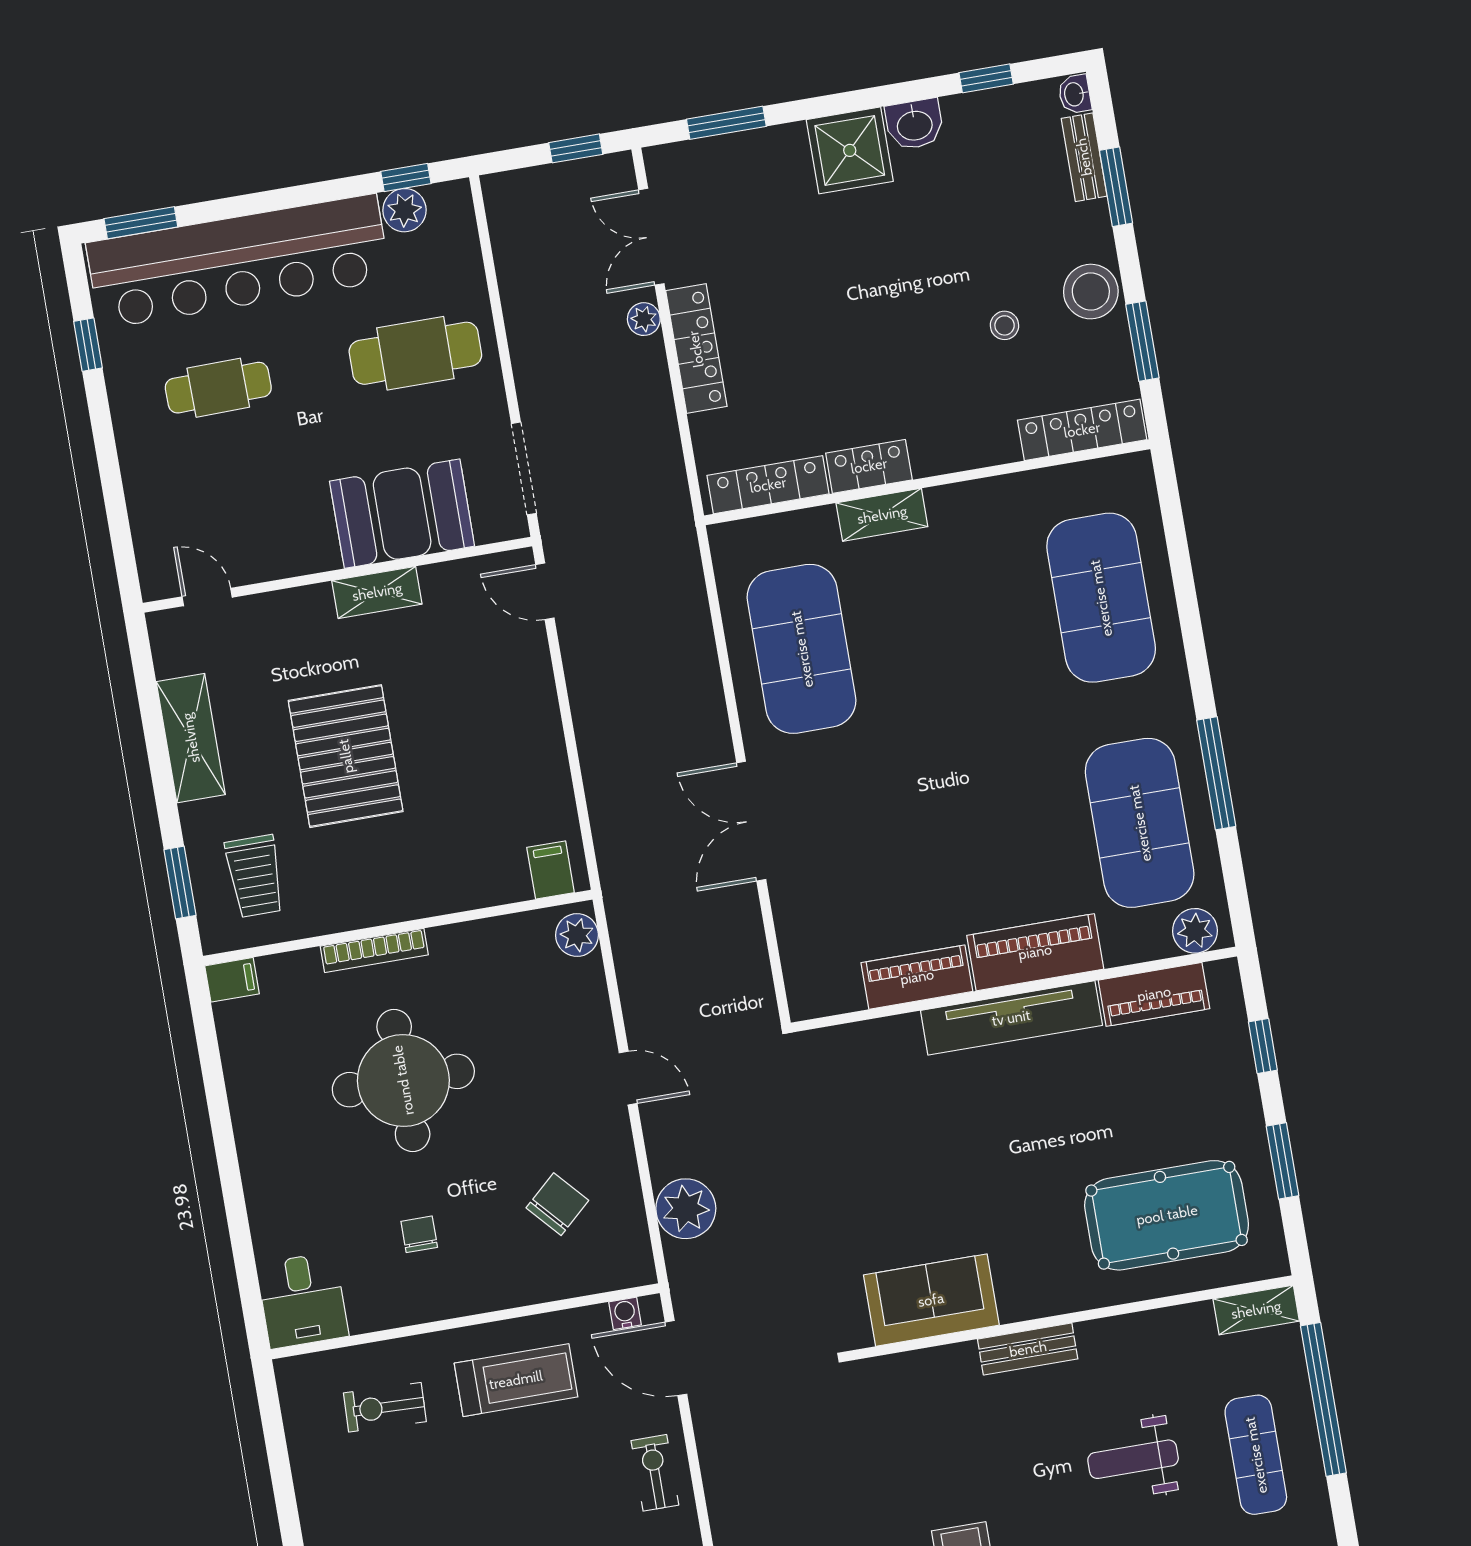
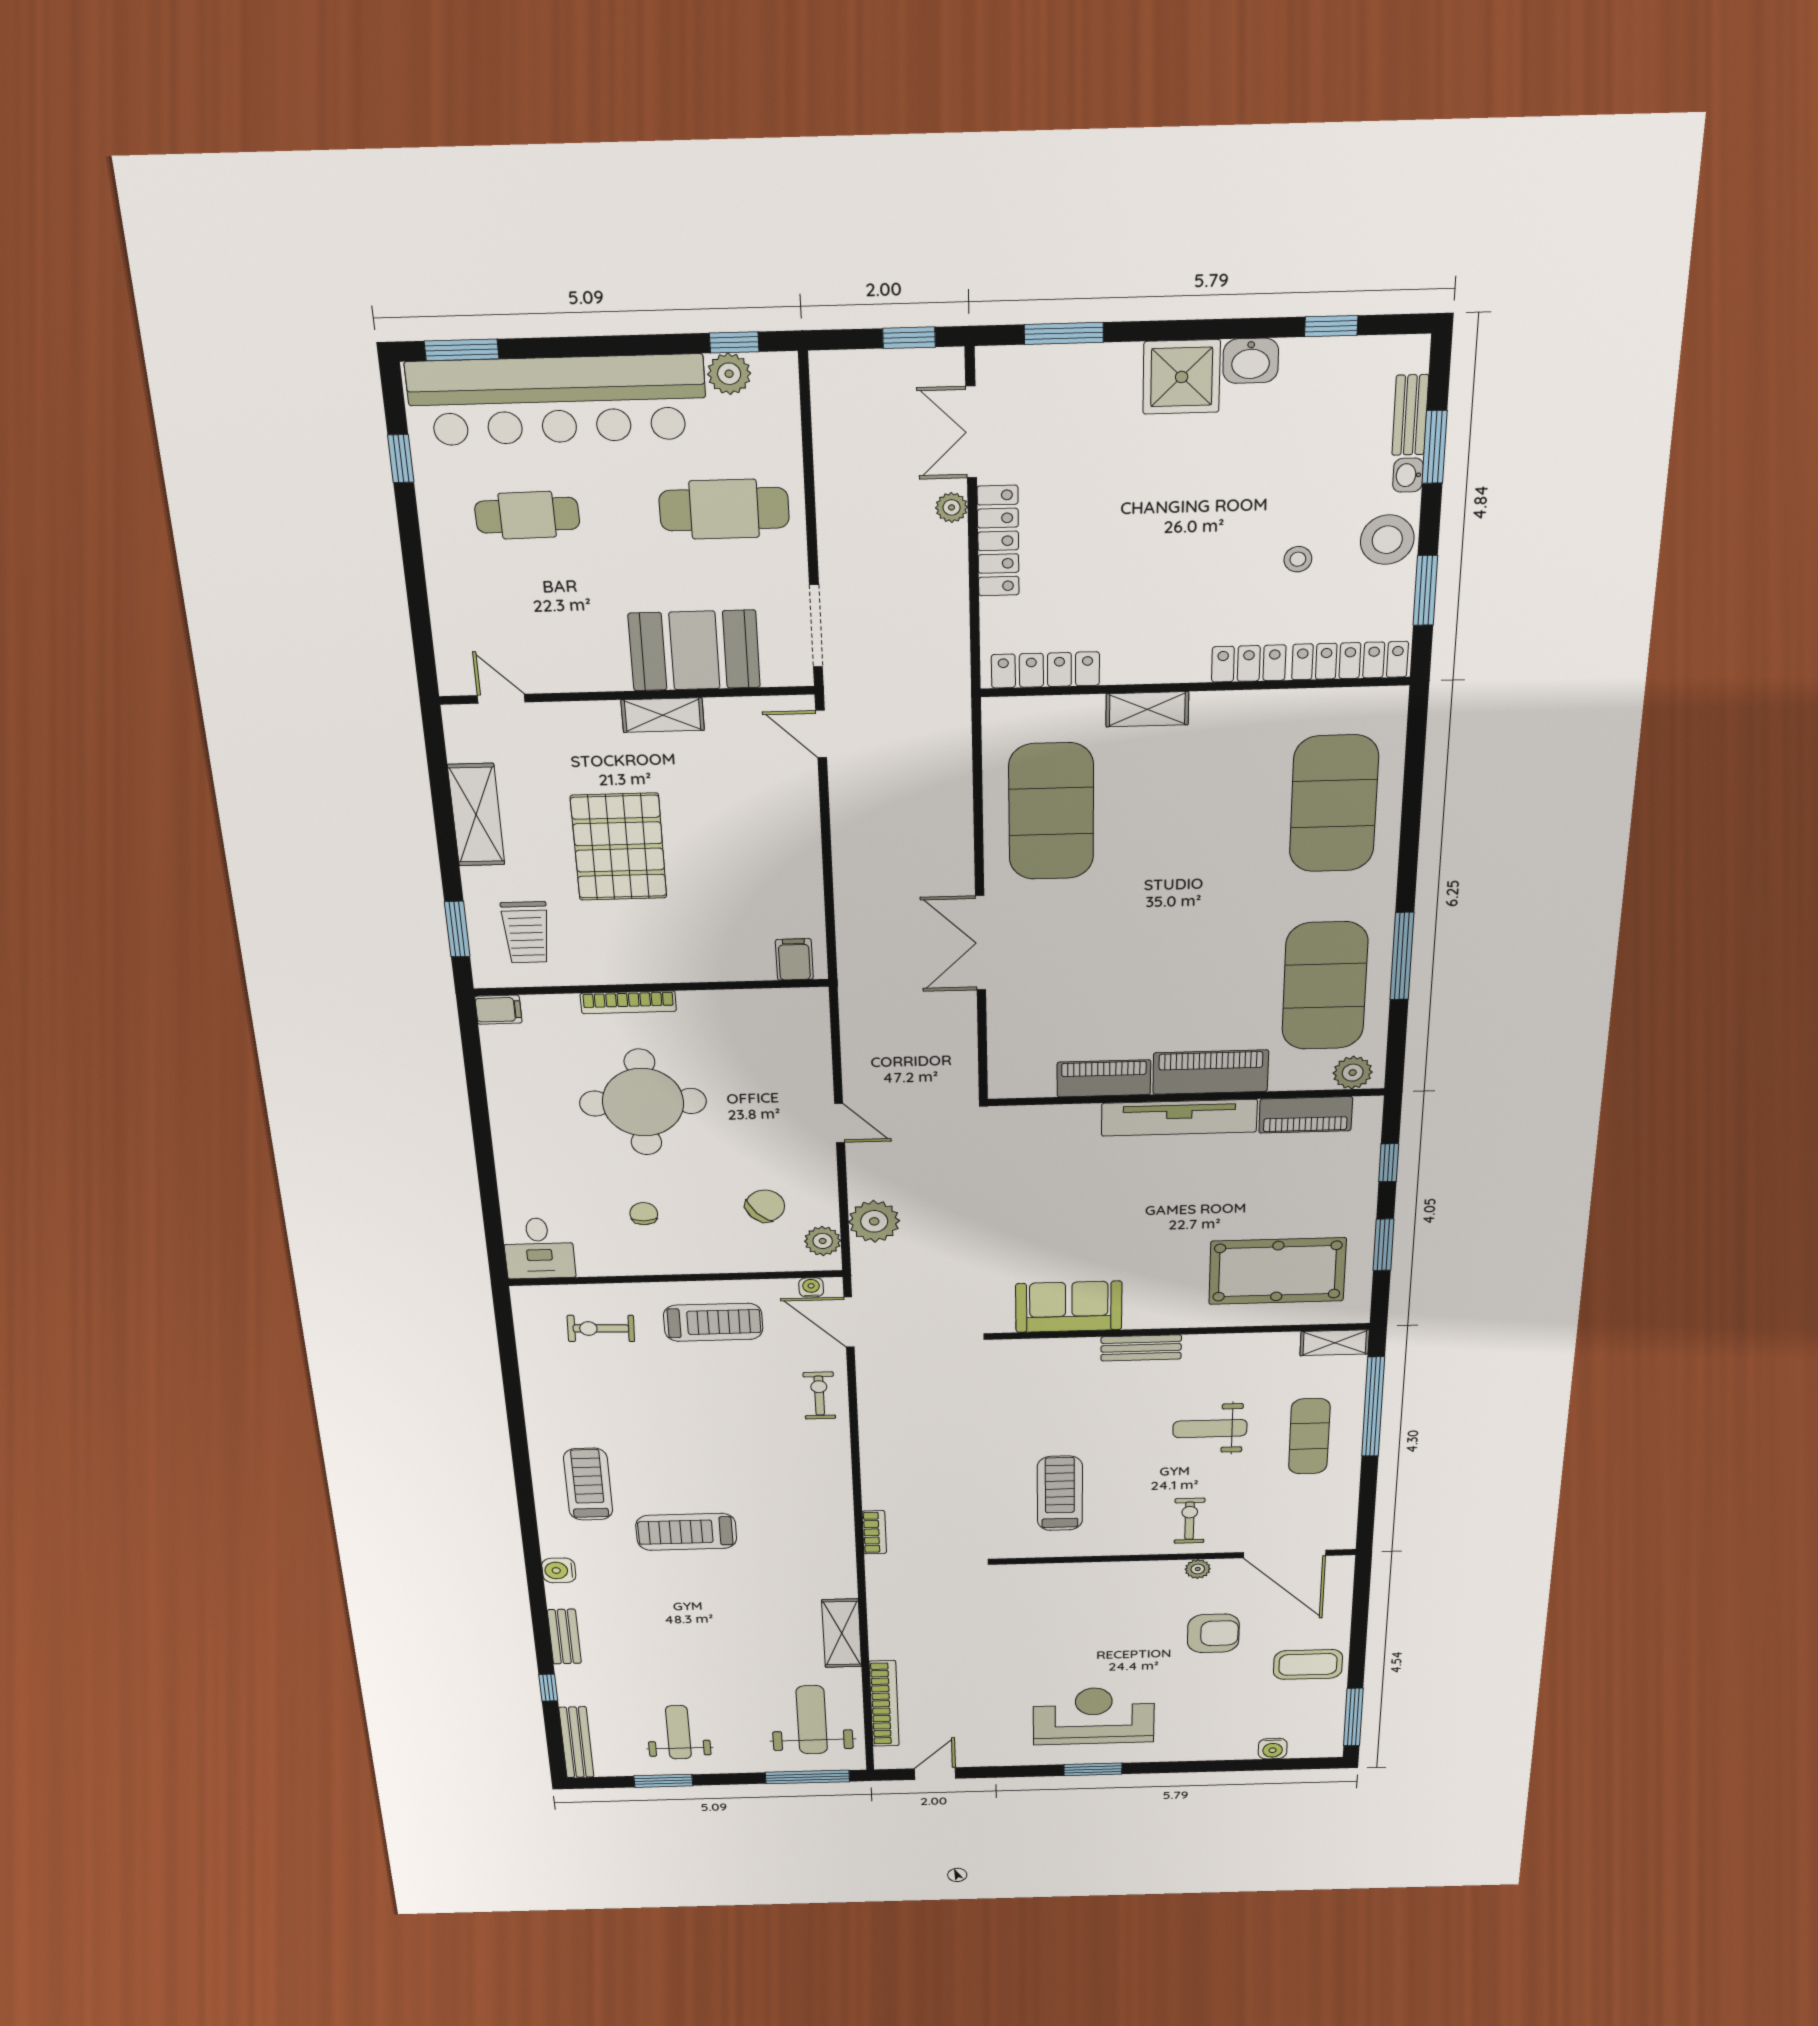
washbasin: (1075, 94) -> (1408, 475), moved
locker: (869, 466) -> (1249, 663), moved
plant: (577, 935) -> (823, 1241), moved

